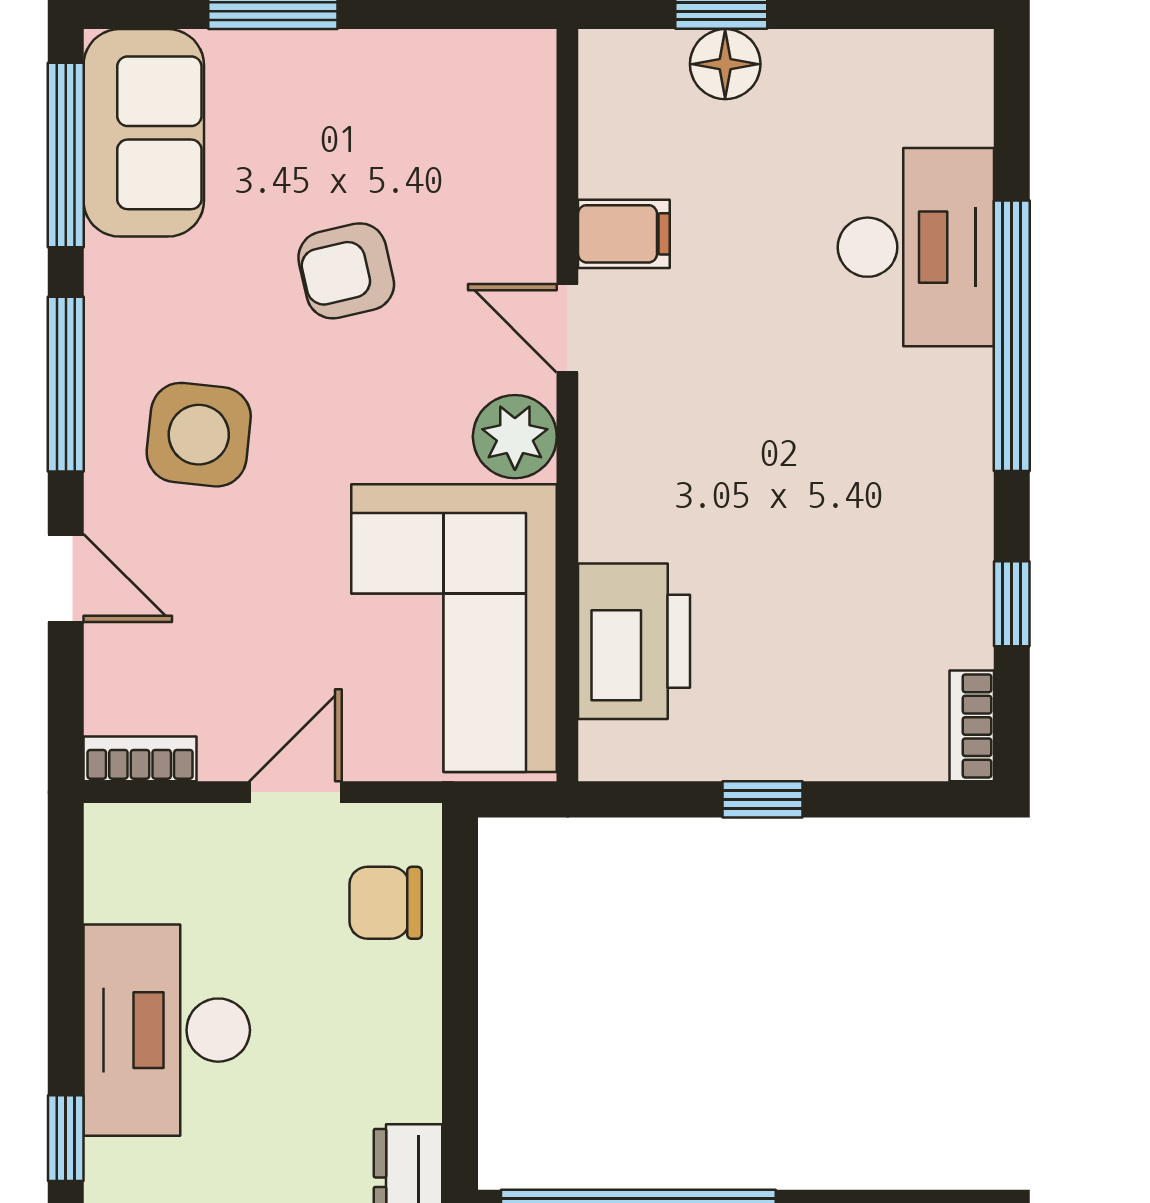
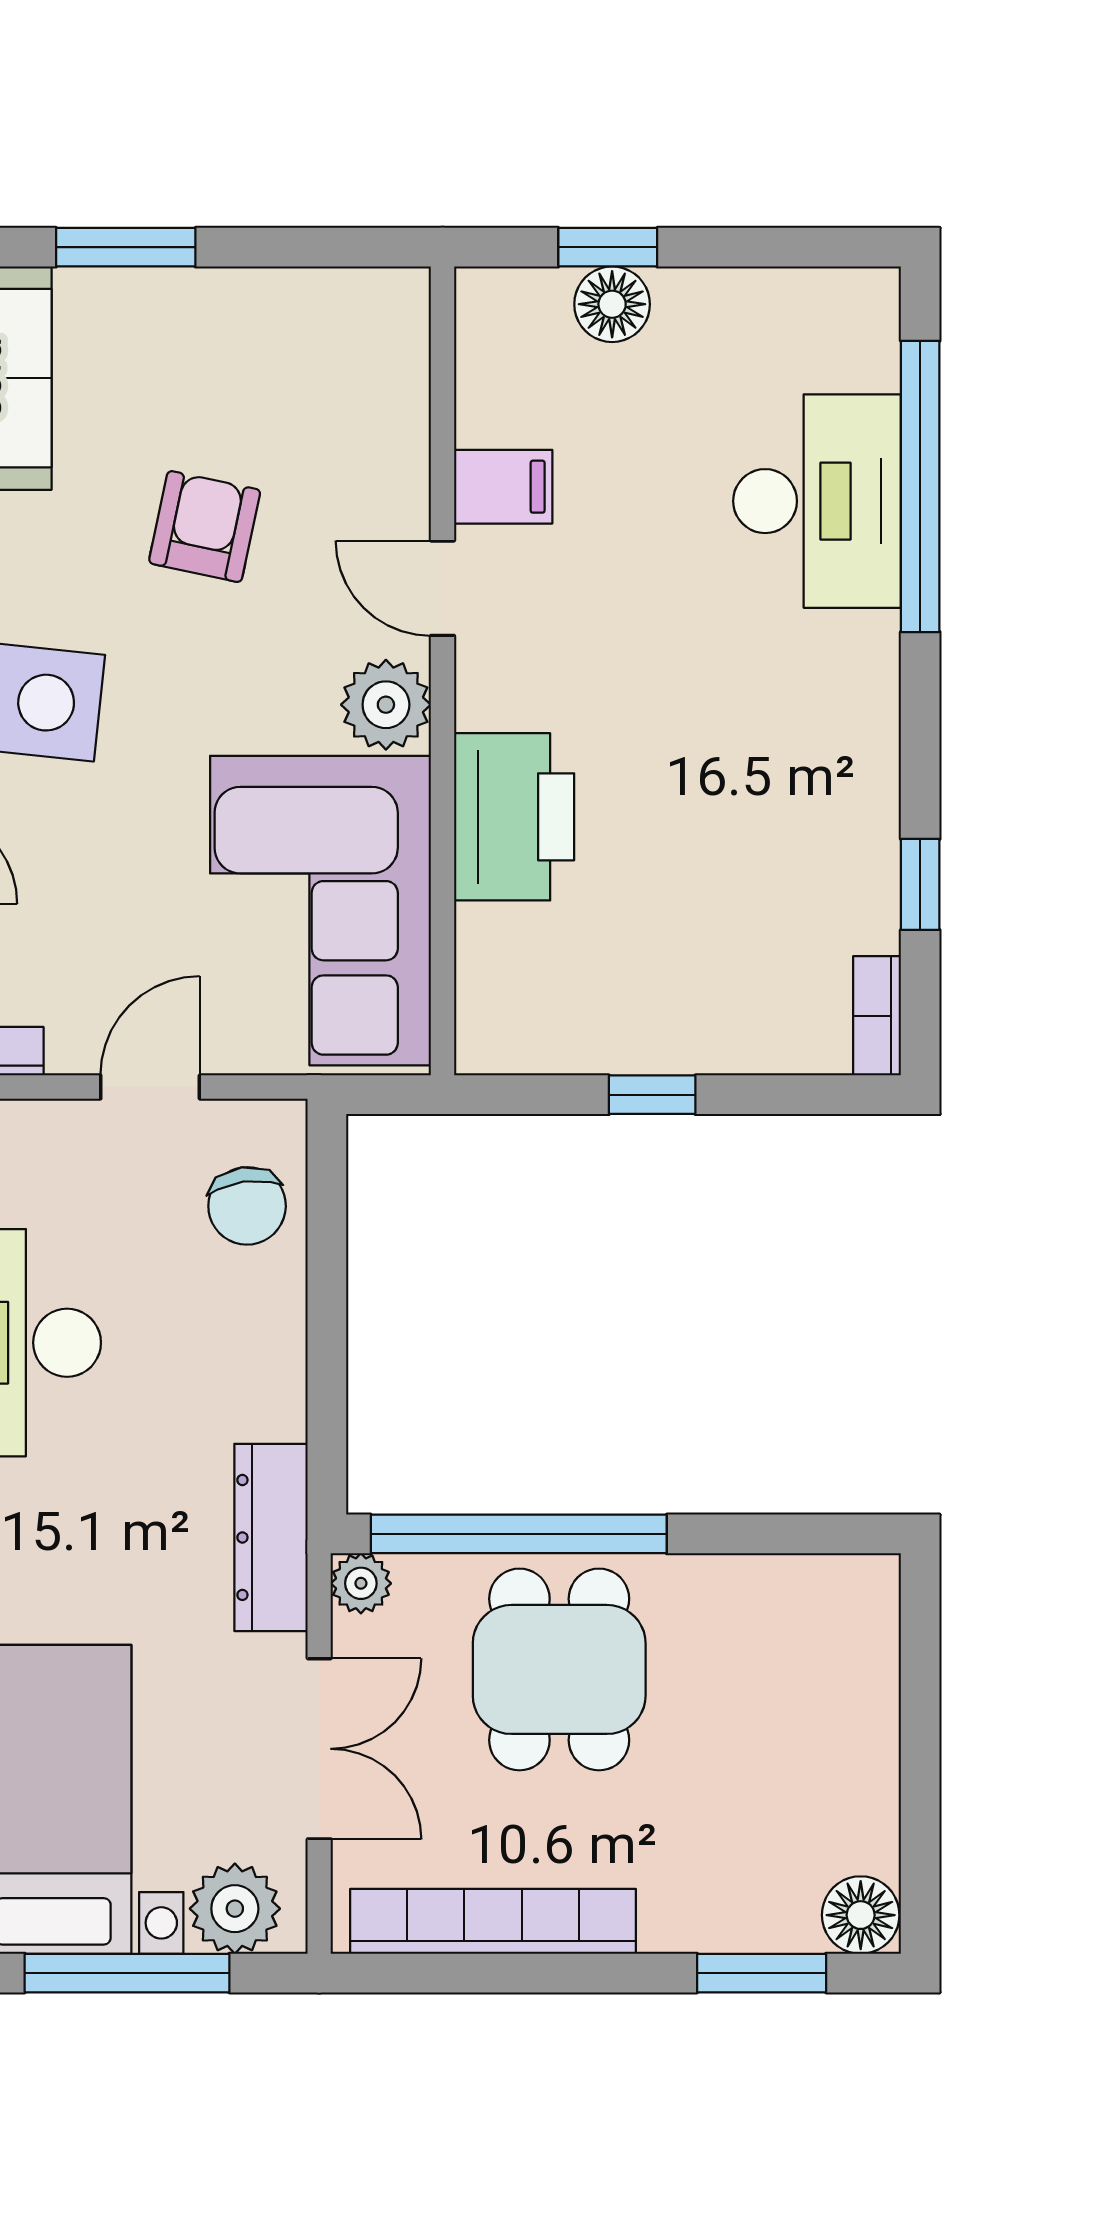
armchair: (346, 271) -> (205, 527), turned 115
window: (1012, 336) -> (920, 486), moved
printer: (634, 641) -> (514, 817), moved
chair: (386, 903) -> (247, 1206), turned -98

